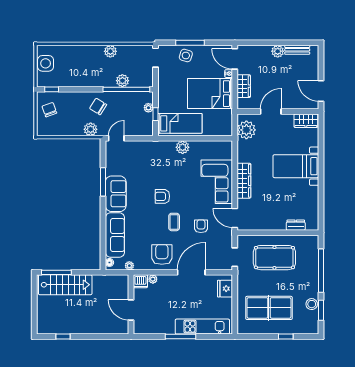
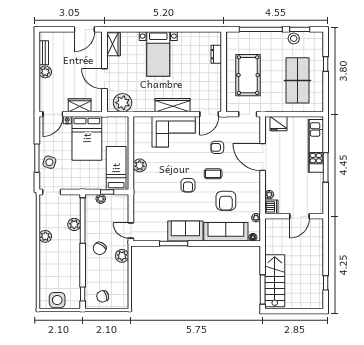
armchair: (162, 255) -> (226, 201), moved, turned -90

